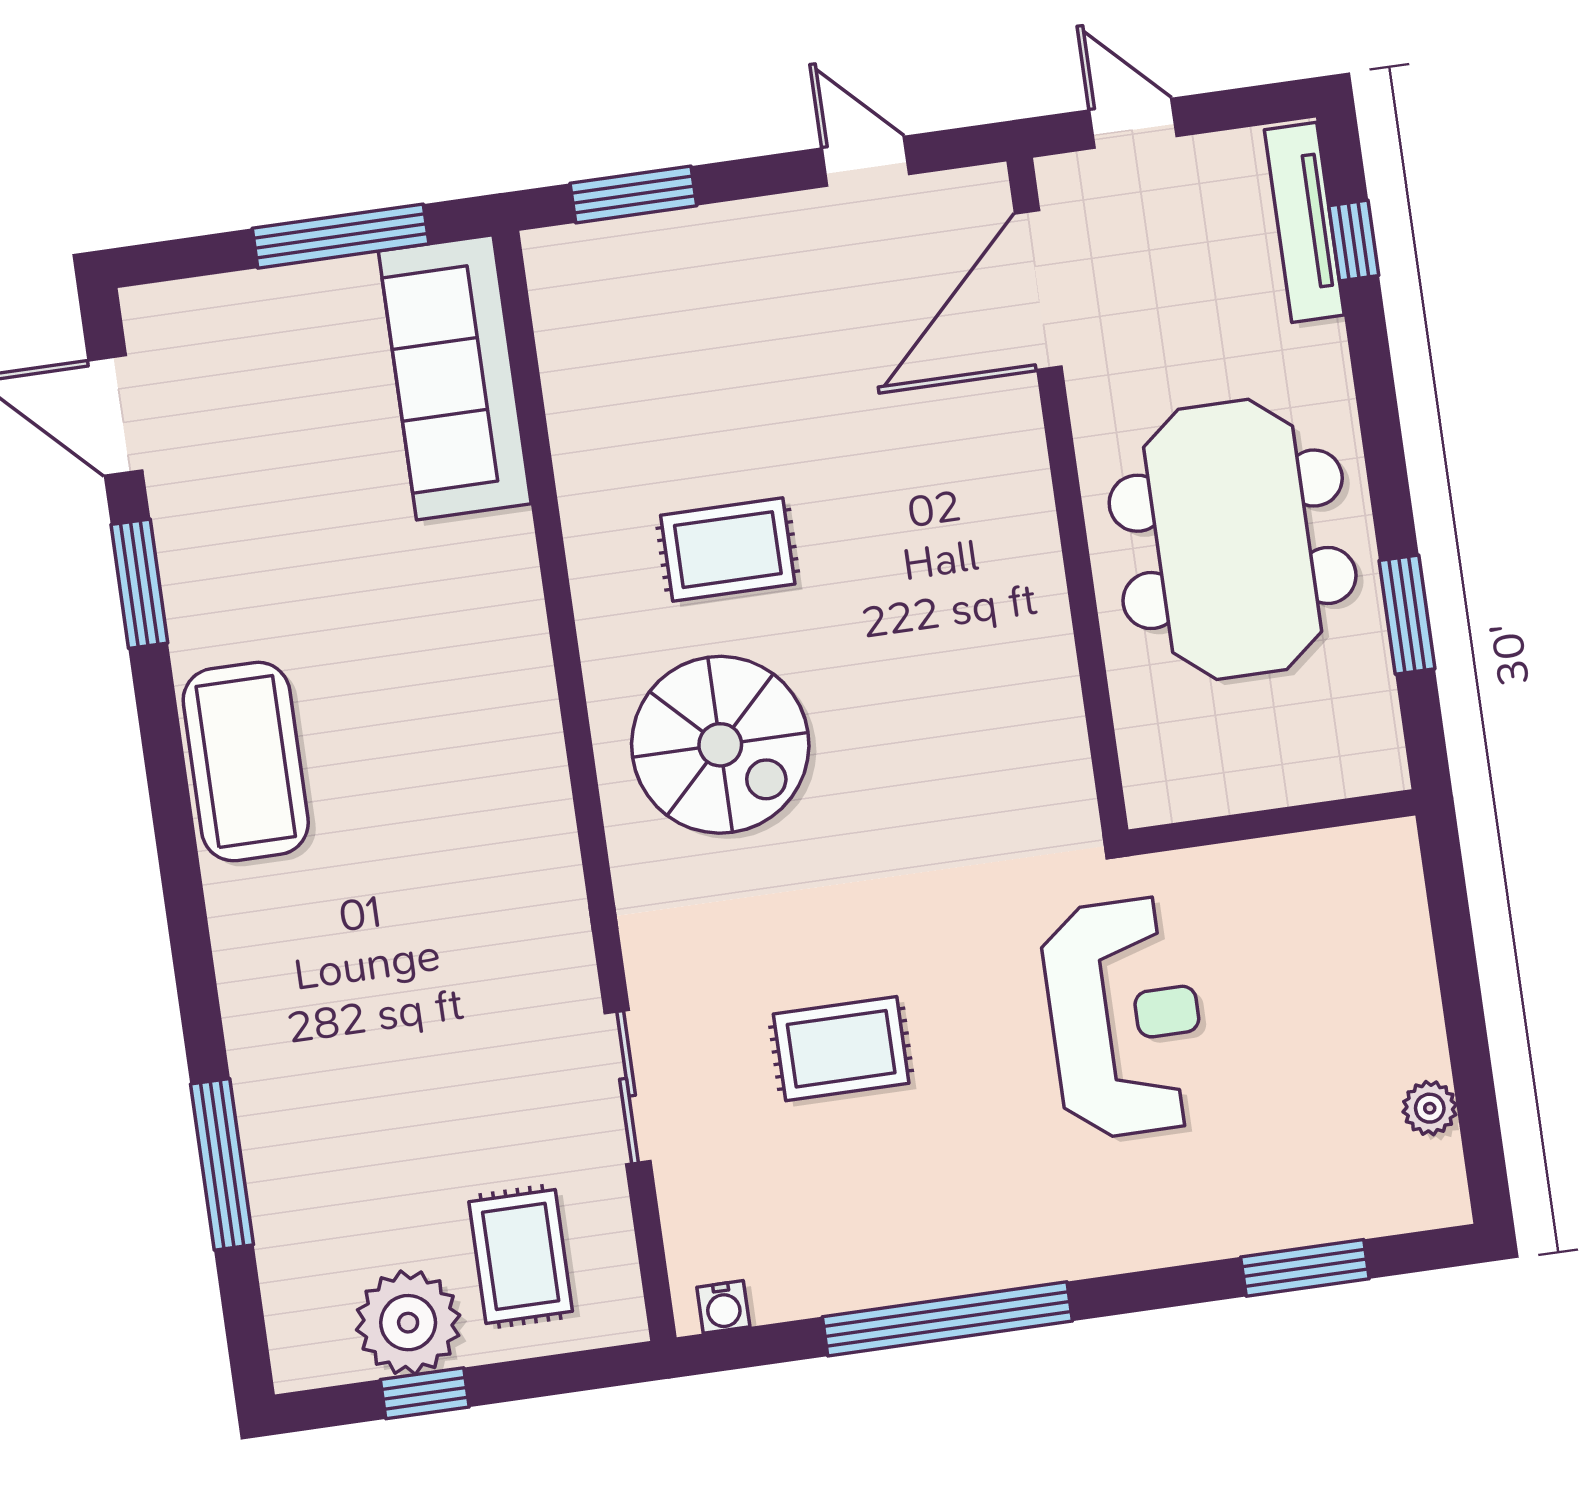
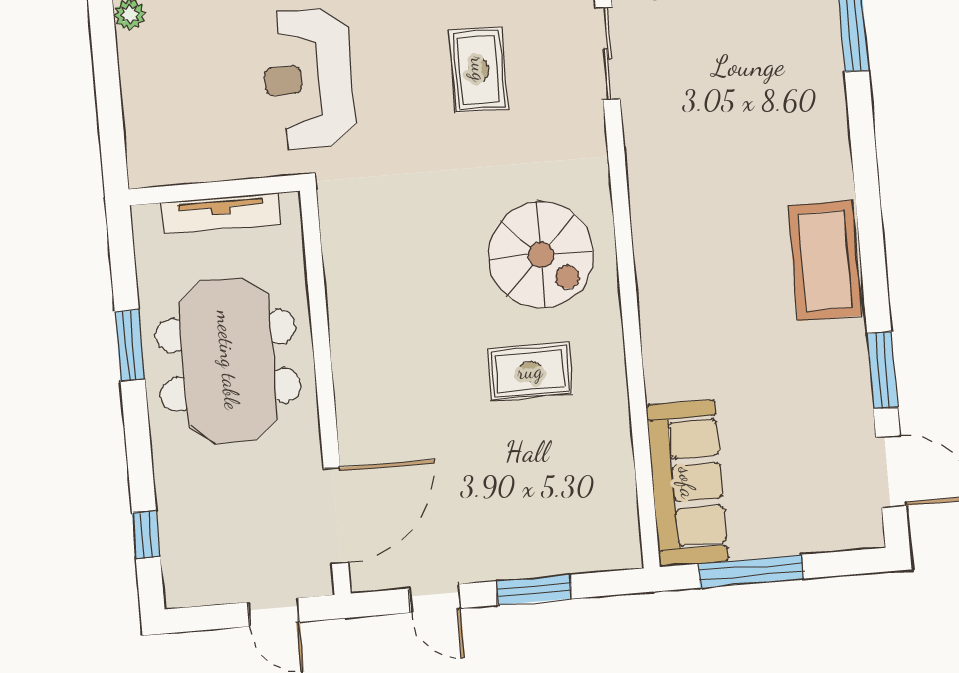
window: (633, 194) -> (534, 590), moved
tv unit: (1304, 222) -> (221, 213), moved, turned 90
window: (1407, 615) -> (130, 345), moved
spiral stairs: (720, 745) -> (541, 255), turned 180
rug: (841, 1049) -> (479, 69), turned 90

